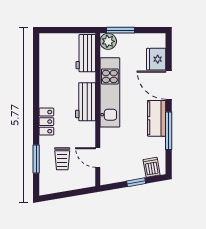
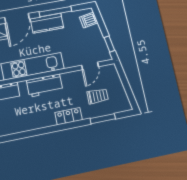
window: (136, 182) -> (109, 44), moved

